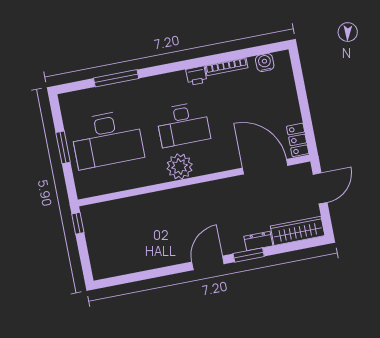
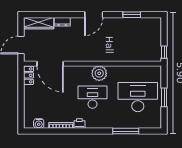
window: (249, 255) -> (132, 15), moved

